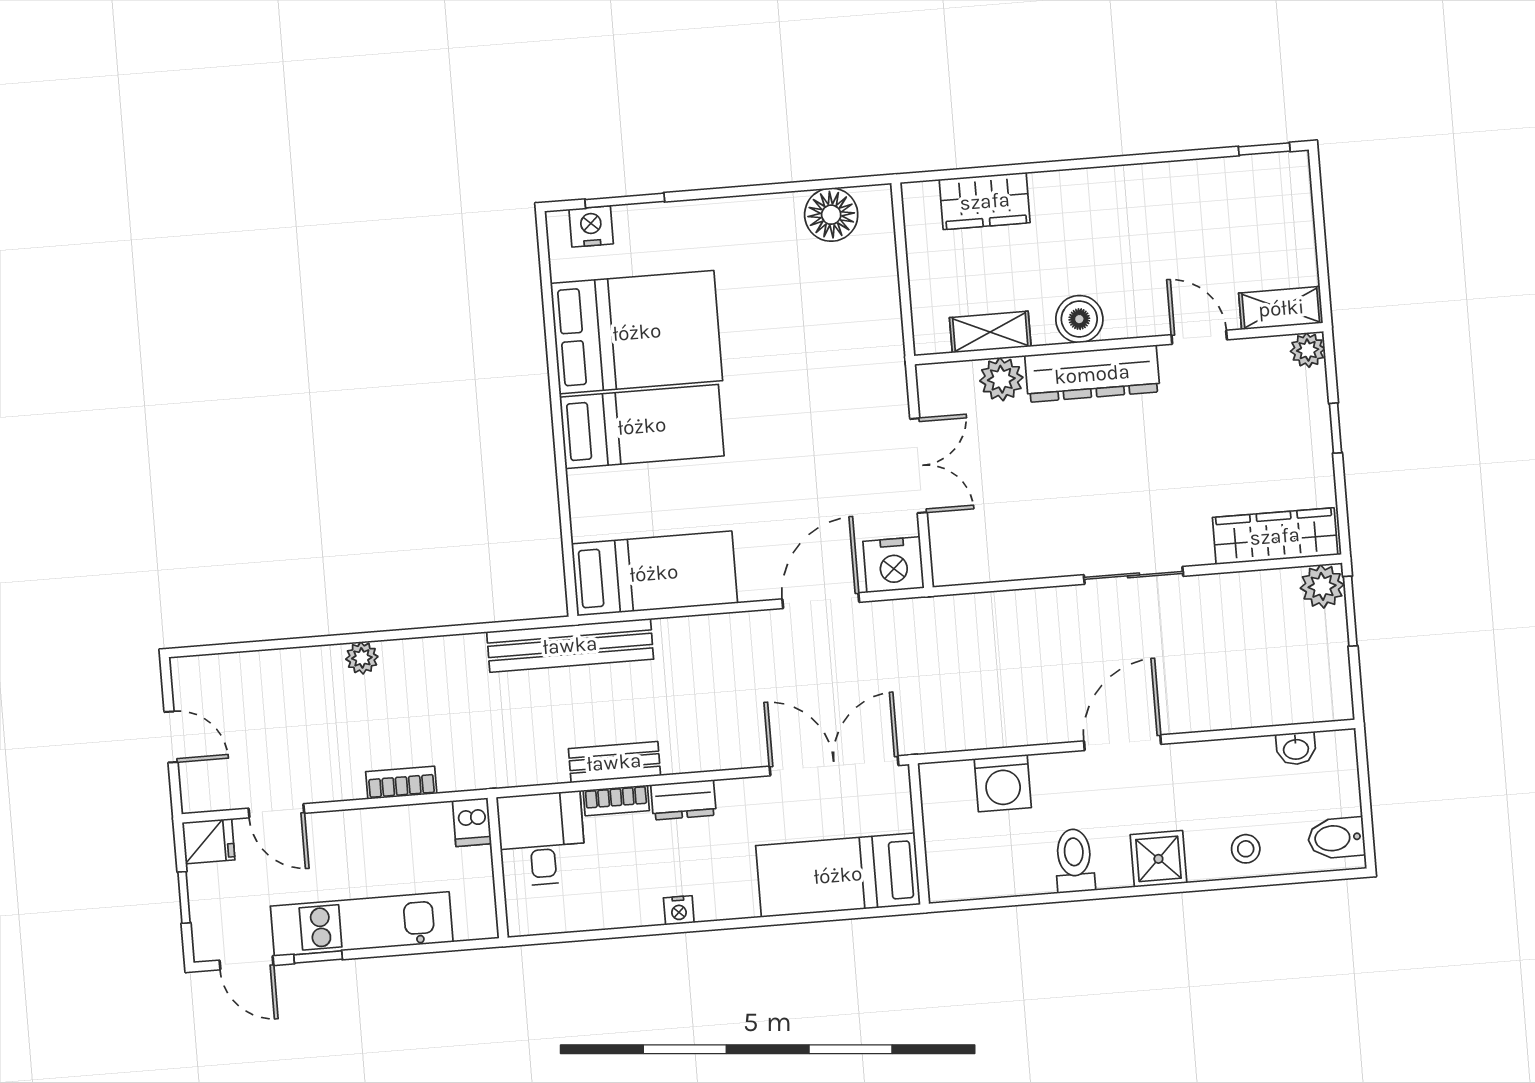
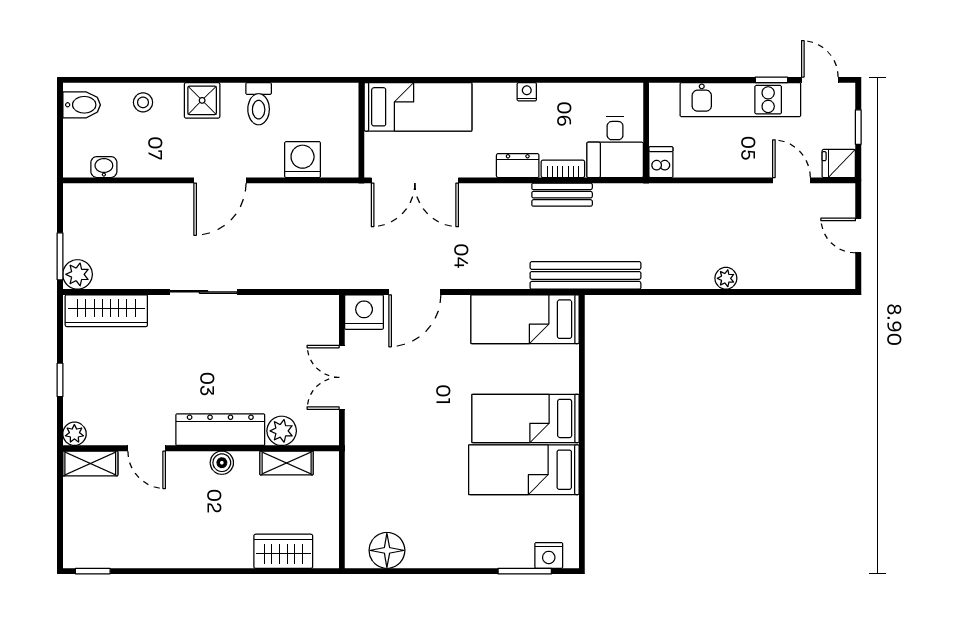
boiler: (1079, 319) -> (222, 463), width x0.73, depth x0.73
bed: (637, 332) -> (524, 470), width x0.67
bookcase: (401, 783) -> (706, 192), removed

